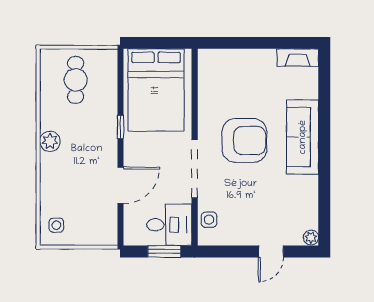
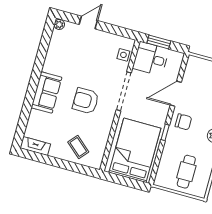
coffee table: (237, 73) -> (78, 147), added
sofa: (303, 137) -> (46, 92), width x0.73
armchair: (244, 140) -> (86, 101), width x0.73, depth x0.73
chair: (99, 149) -> (183, 122), added

